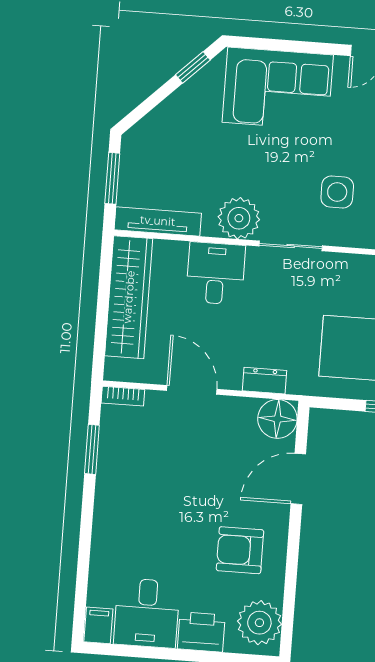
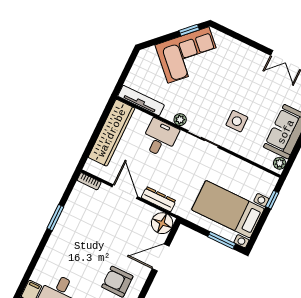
corner sofa: (278, 89) -> (188, 55), moved, turned -44
window: (112, 178) -> (127, 70), removed
plant: (239, 218) -> (180, 120), width x0.53, depth x0.53
dresser: (264, 381) -> (159, 199), width x1.44
window: (92, 449) -> (55, 218), moved

